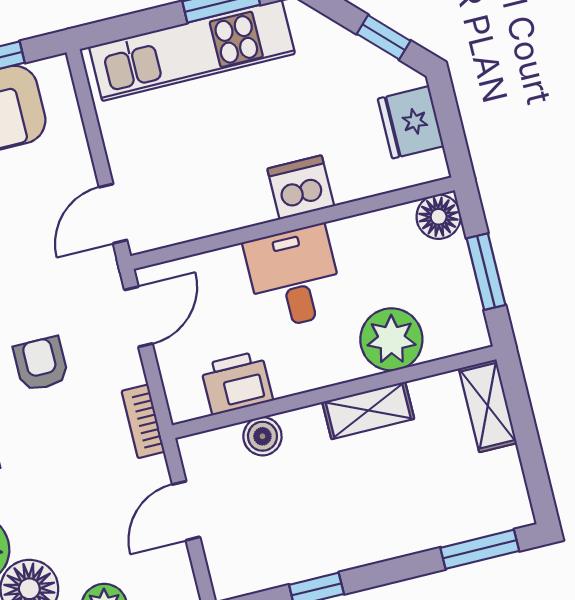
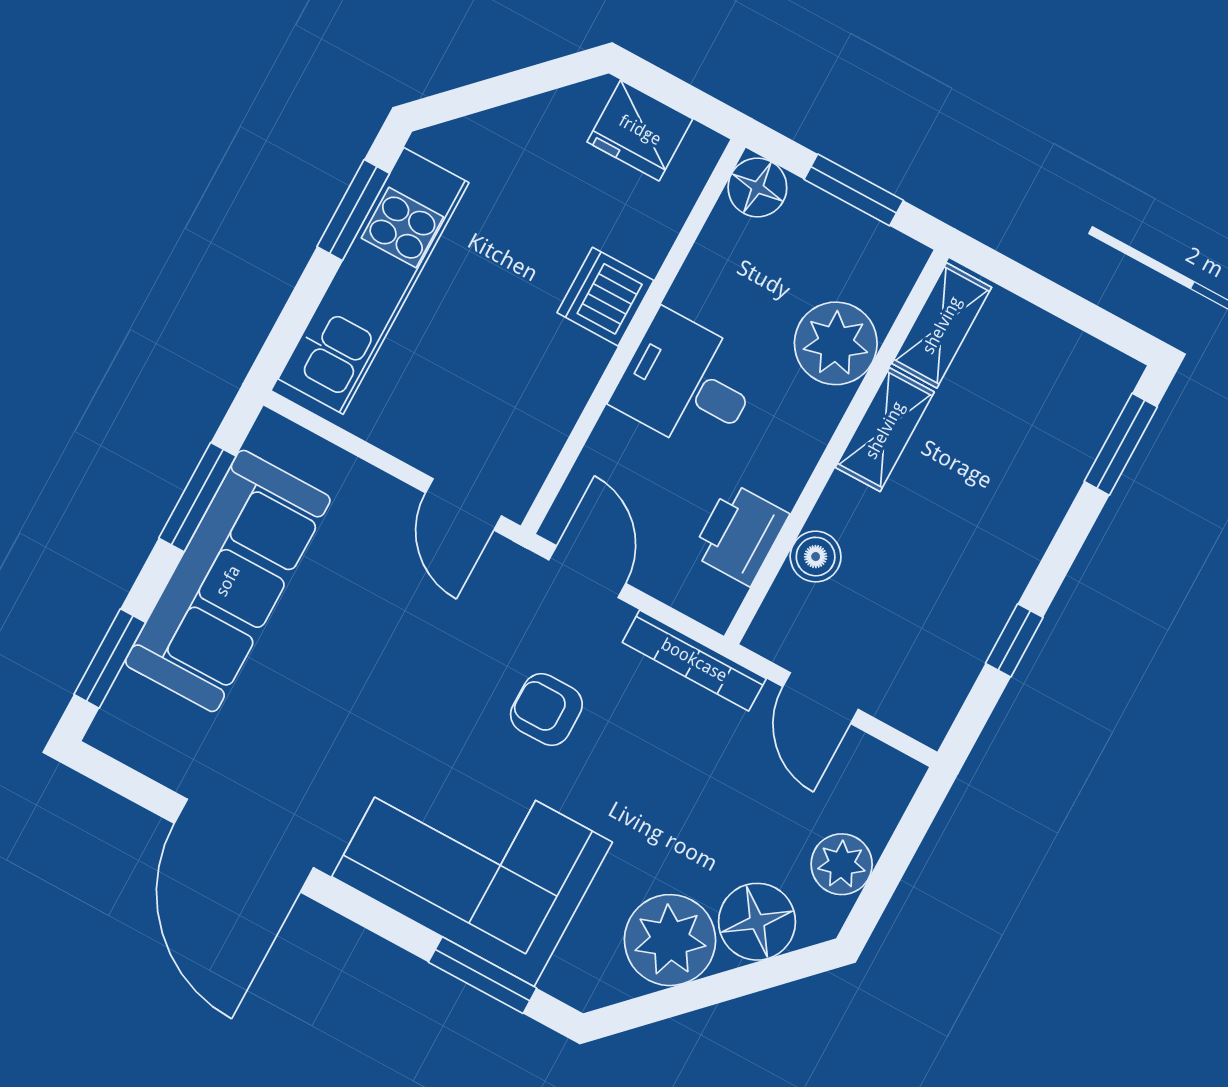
window: (384, 37) -> (532, 81), removed
shelving: (488, 406) -> (942, 325), moved, turned 90
bookcase: (143, 421) -> (694, 660), width x1.56

